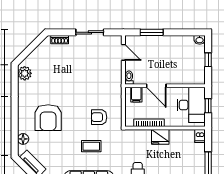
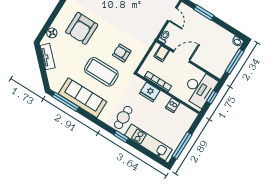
window: (208, 60) -> (235, 61), width x2.17
door: (156, 86) -> (182, 56), swing flipped
dishwasher: (200, 136) -> (173, 105), moved
fridge: (160, 137) -> (150, 92), moved
coffee table: (91, 146) -> (101, 72), width x1.86, depth x1.72

